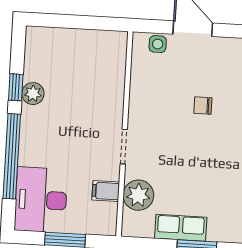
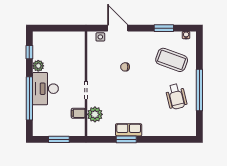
window: (16, 87) -> (29, 52), moved
desk: (41, 200) -> (45, 89), moved
row of seats: (181, 228) -> (129, 130), moved

